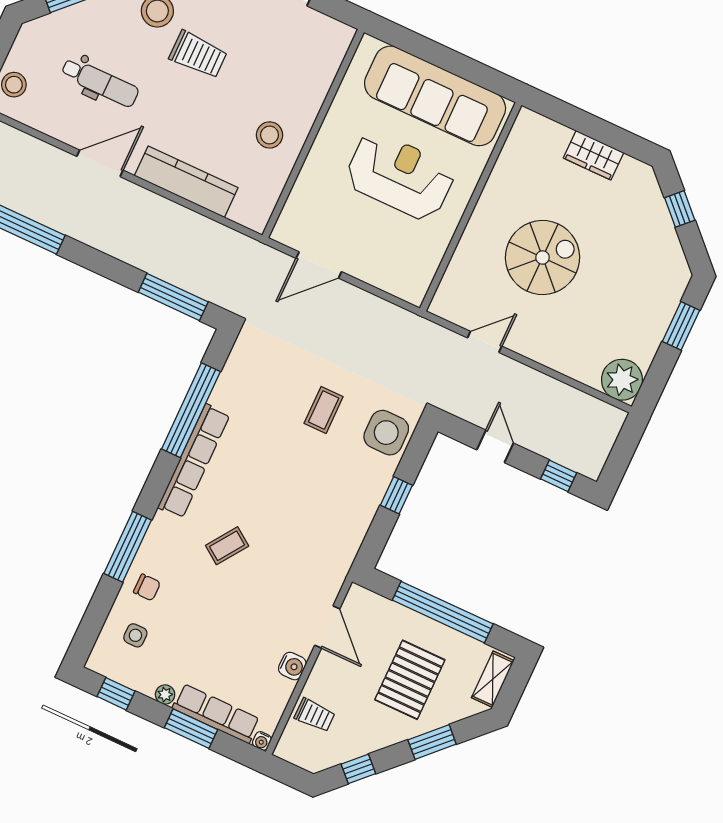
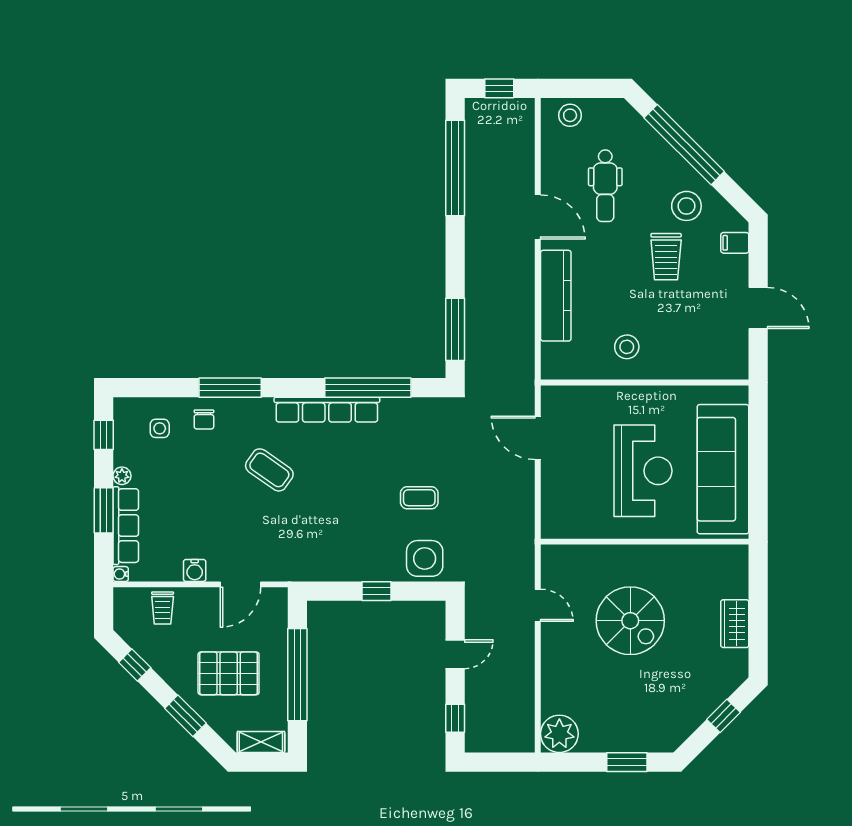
coffee table: (227, 546) -> (269, 470), width x1.36, depth x1.30

